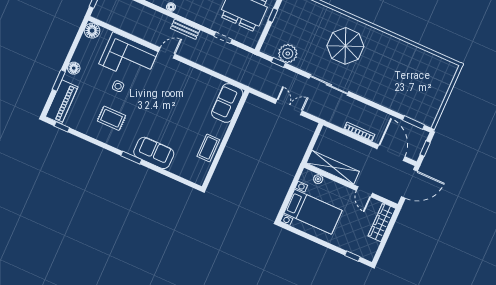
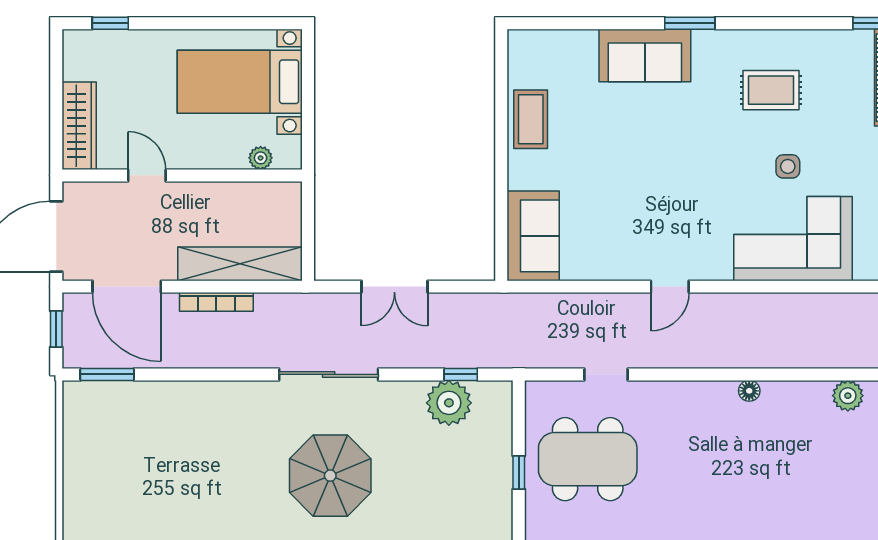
bench: (185, 29) -> (697, 356), removed
door: (167, 53) -> (670, 287), moved
shelving: (333, 167) -> (240, 264), moved

